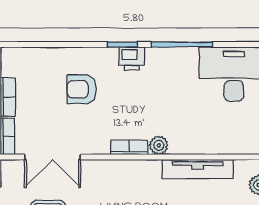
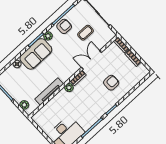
printer: (132, 58) -> (104, 108), removed
double door: (52, 157) -> (91, 60), moved

